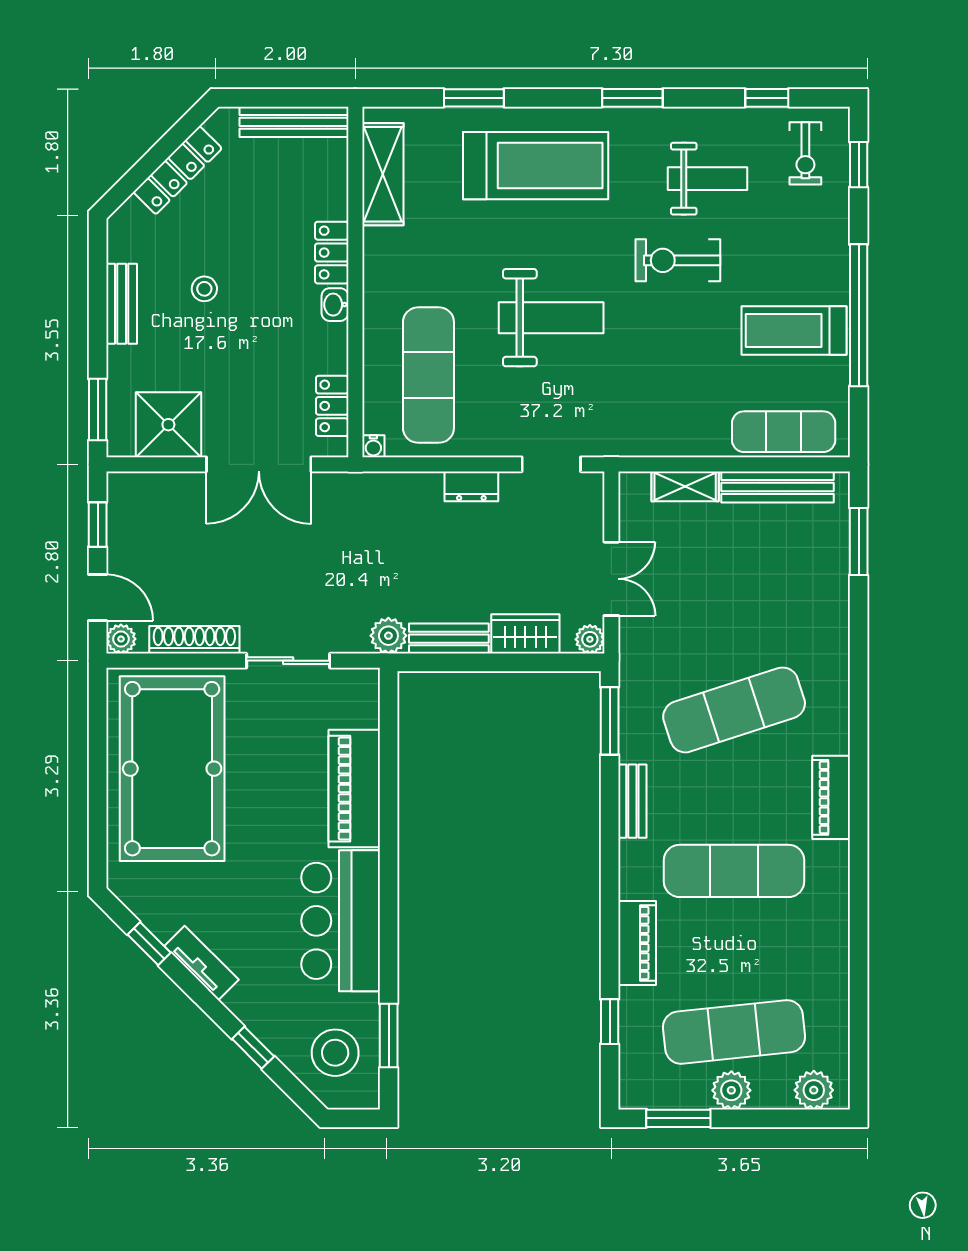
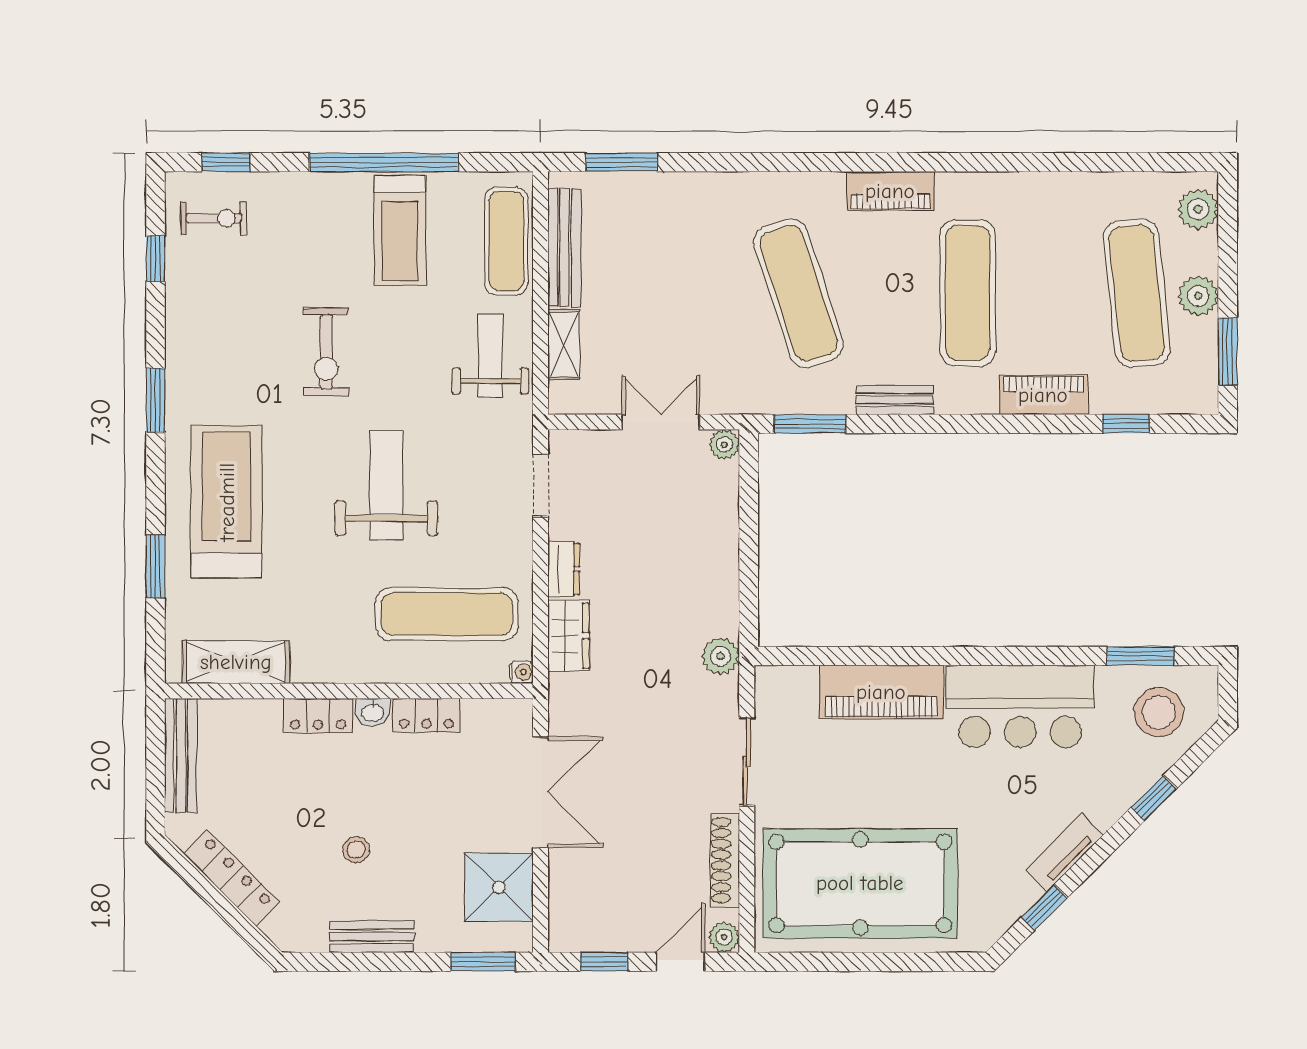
weight bench: (707, 179) -> (490, 356), moved
locker: (332, 406) -> (426, 715), moved
wardrobe: (525, 634) -> (569, 636), moved, turned 180
bench: (449, 639) -> (724, 593), removed

